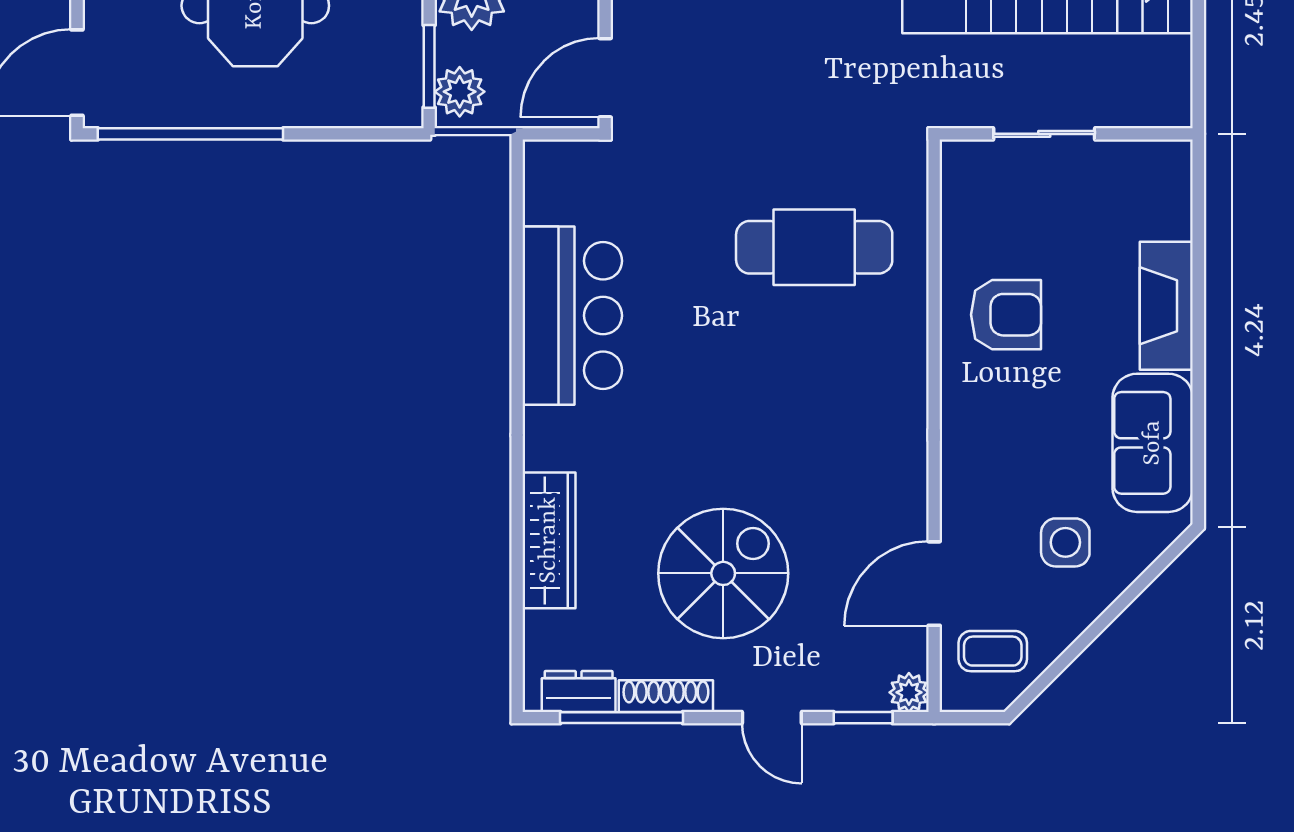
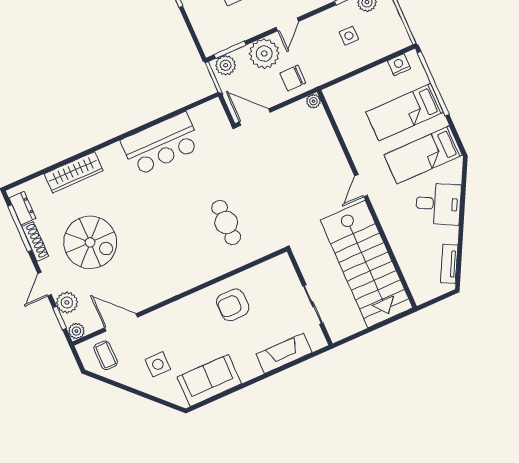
sliding door: (1044, 134) -> (313, 304), moved
cafe table: (814, 247) -> (226, 223), width x0.73, depth x0.74
fireplace: (1166, 306) -> (284, 353), moved
armchair: (1006, 315) -> (233, 305), turned 90
plant: (835, 686) -> (67, 303), added

